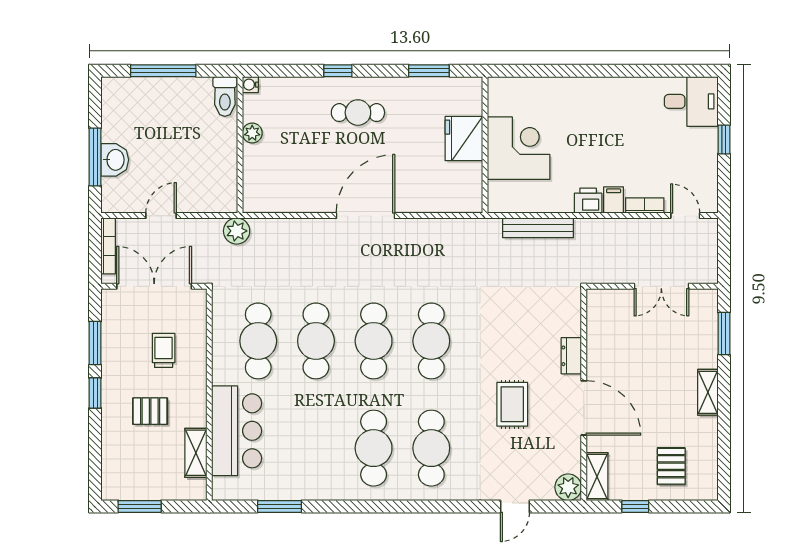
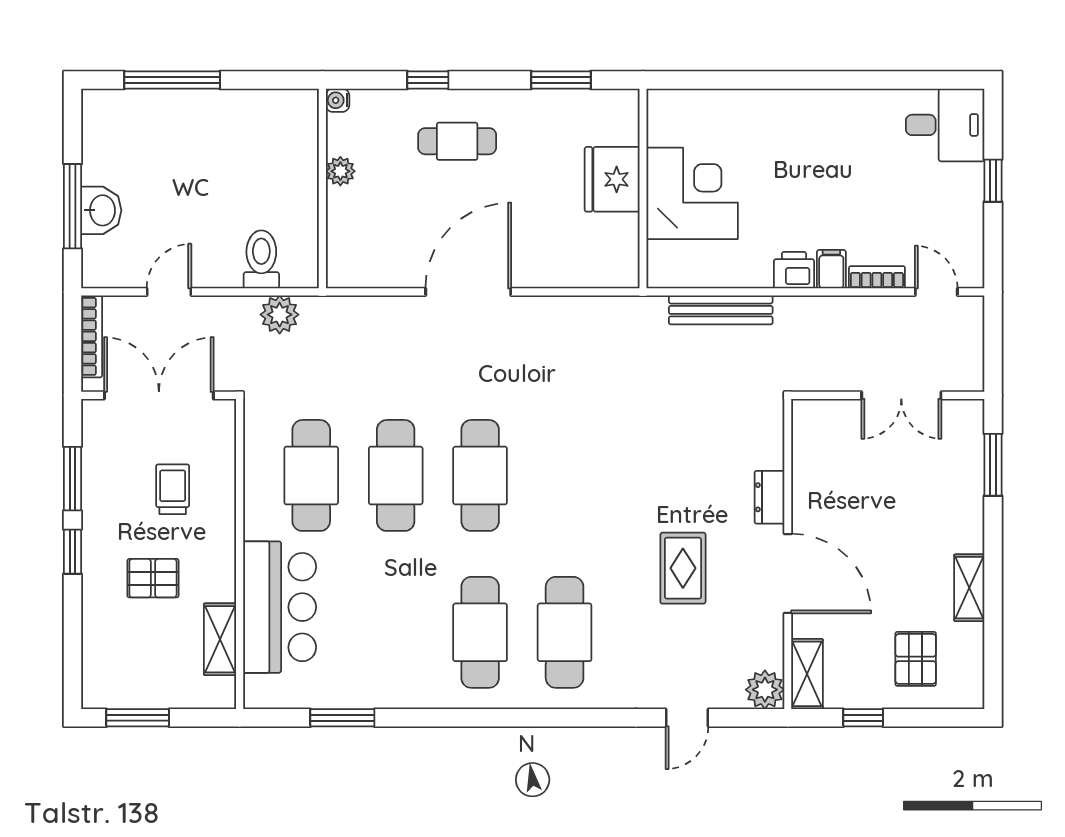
water cooler: (250, 85) -> (338, 100), moved
toilet: (225, 96) -> (261, 259), moved, turned 180
plant: (252, 133) -> (340, 171), moved
wall: (240, 145) -> (322, 189), moved
cafe table: (431, 341) -> (565, 475), removed
shelving: (708, 392) -> (969, 588), moved

